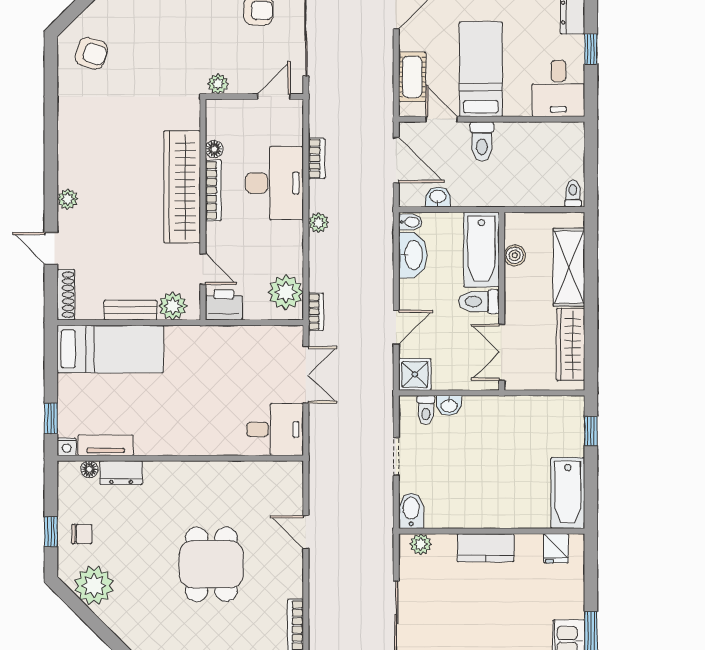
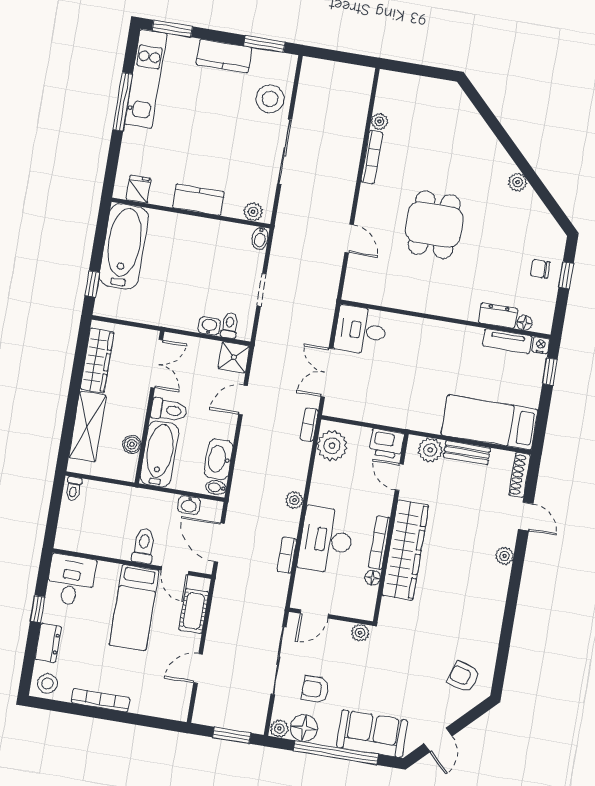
bathtub: (568, 493) -> (124, 246), width x1.36, depth x1.36
bidet: (411, 511) -> (260, 238), width x0.72, depth x0.74
plant: (94, 585) -> (518, 182), moved, width x0.53, depth x0.53

